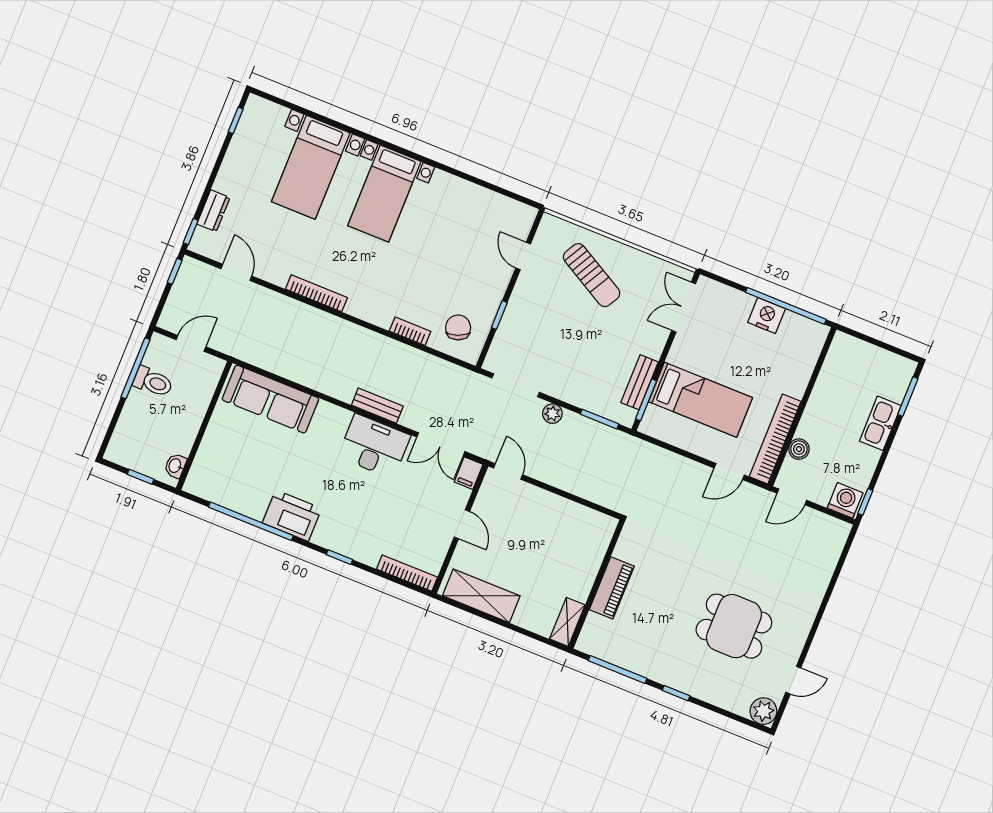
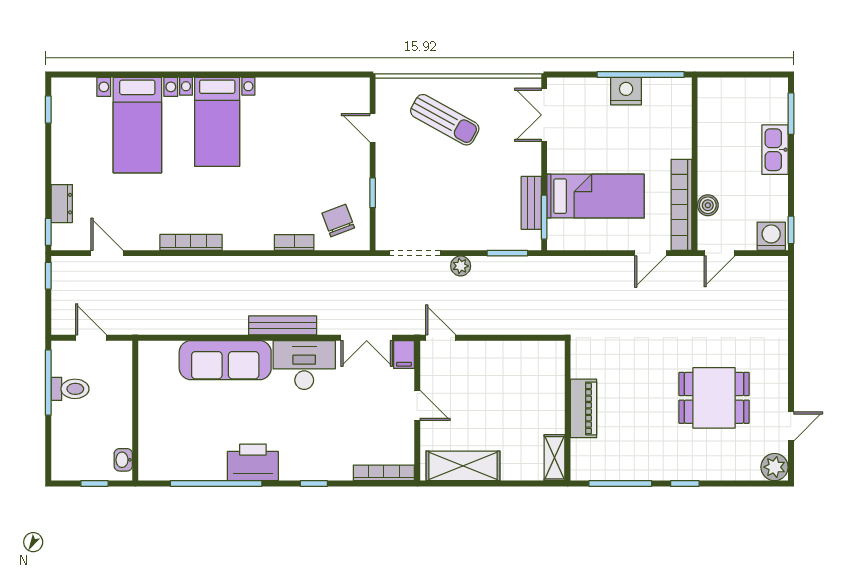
door: (191, 343) -> (91, 338), hinge flipped
sofa: (270, 399) -> (225, 360), moved
bench: (377, 406) -> (283, 325), width x1.36

